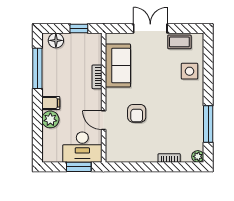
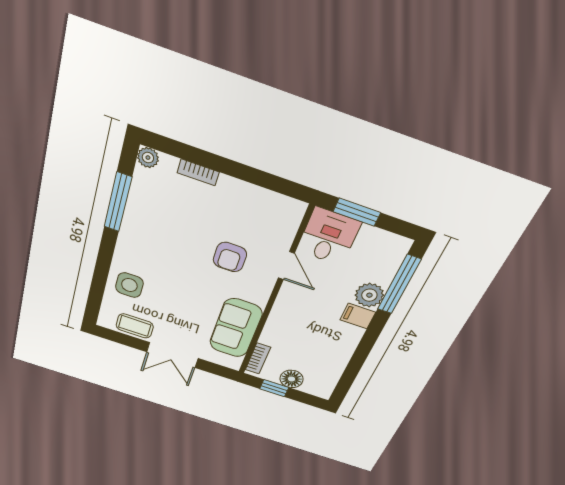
floor lamp: (56, 40) -> (292, 379), moved
window: (37, 68) -> (399, 284), moved
bookcase: (97, 77) -> (258, 359), moved
armchair: (137, 113) -> (230, 257), turned 180
desk: (82, 147) -> (329, 236), width x0.73

